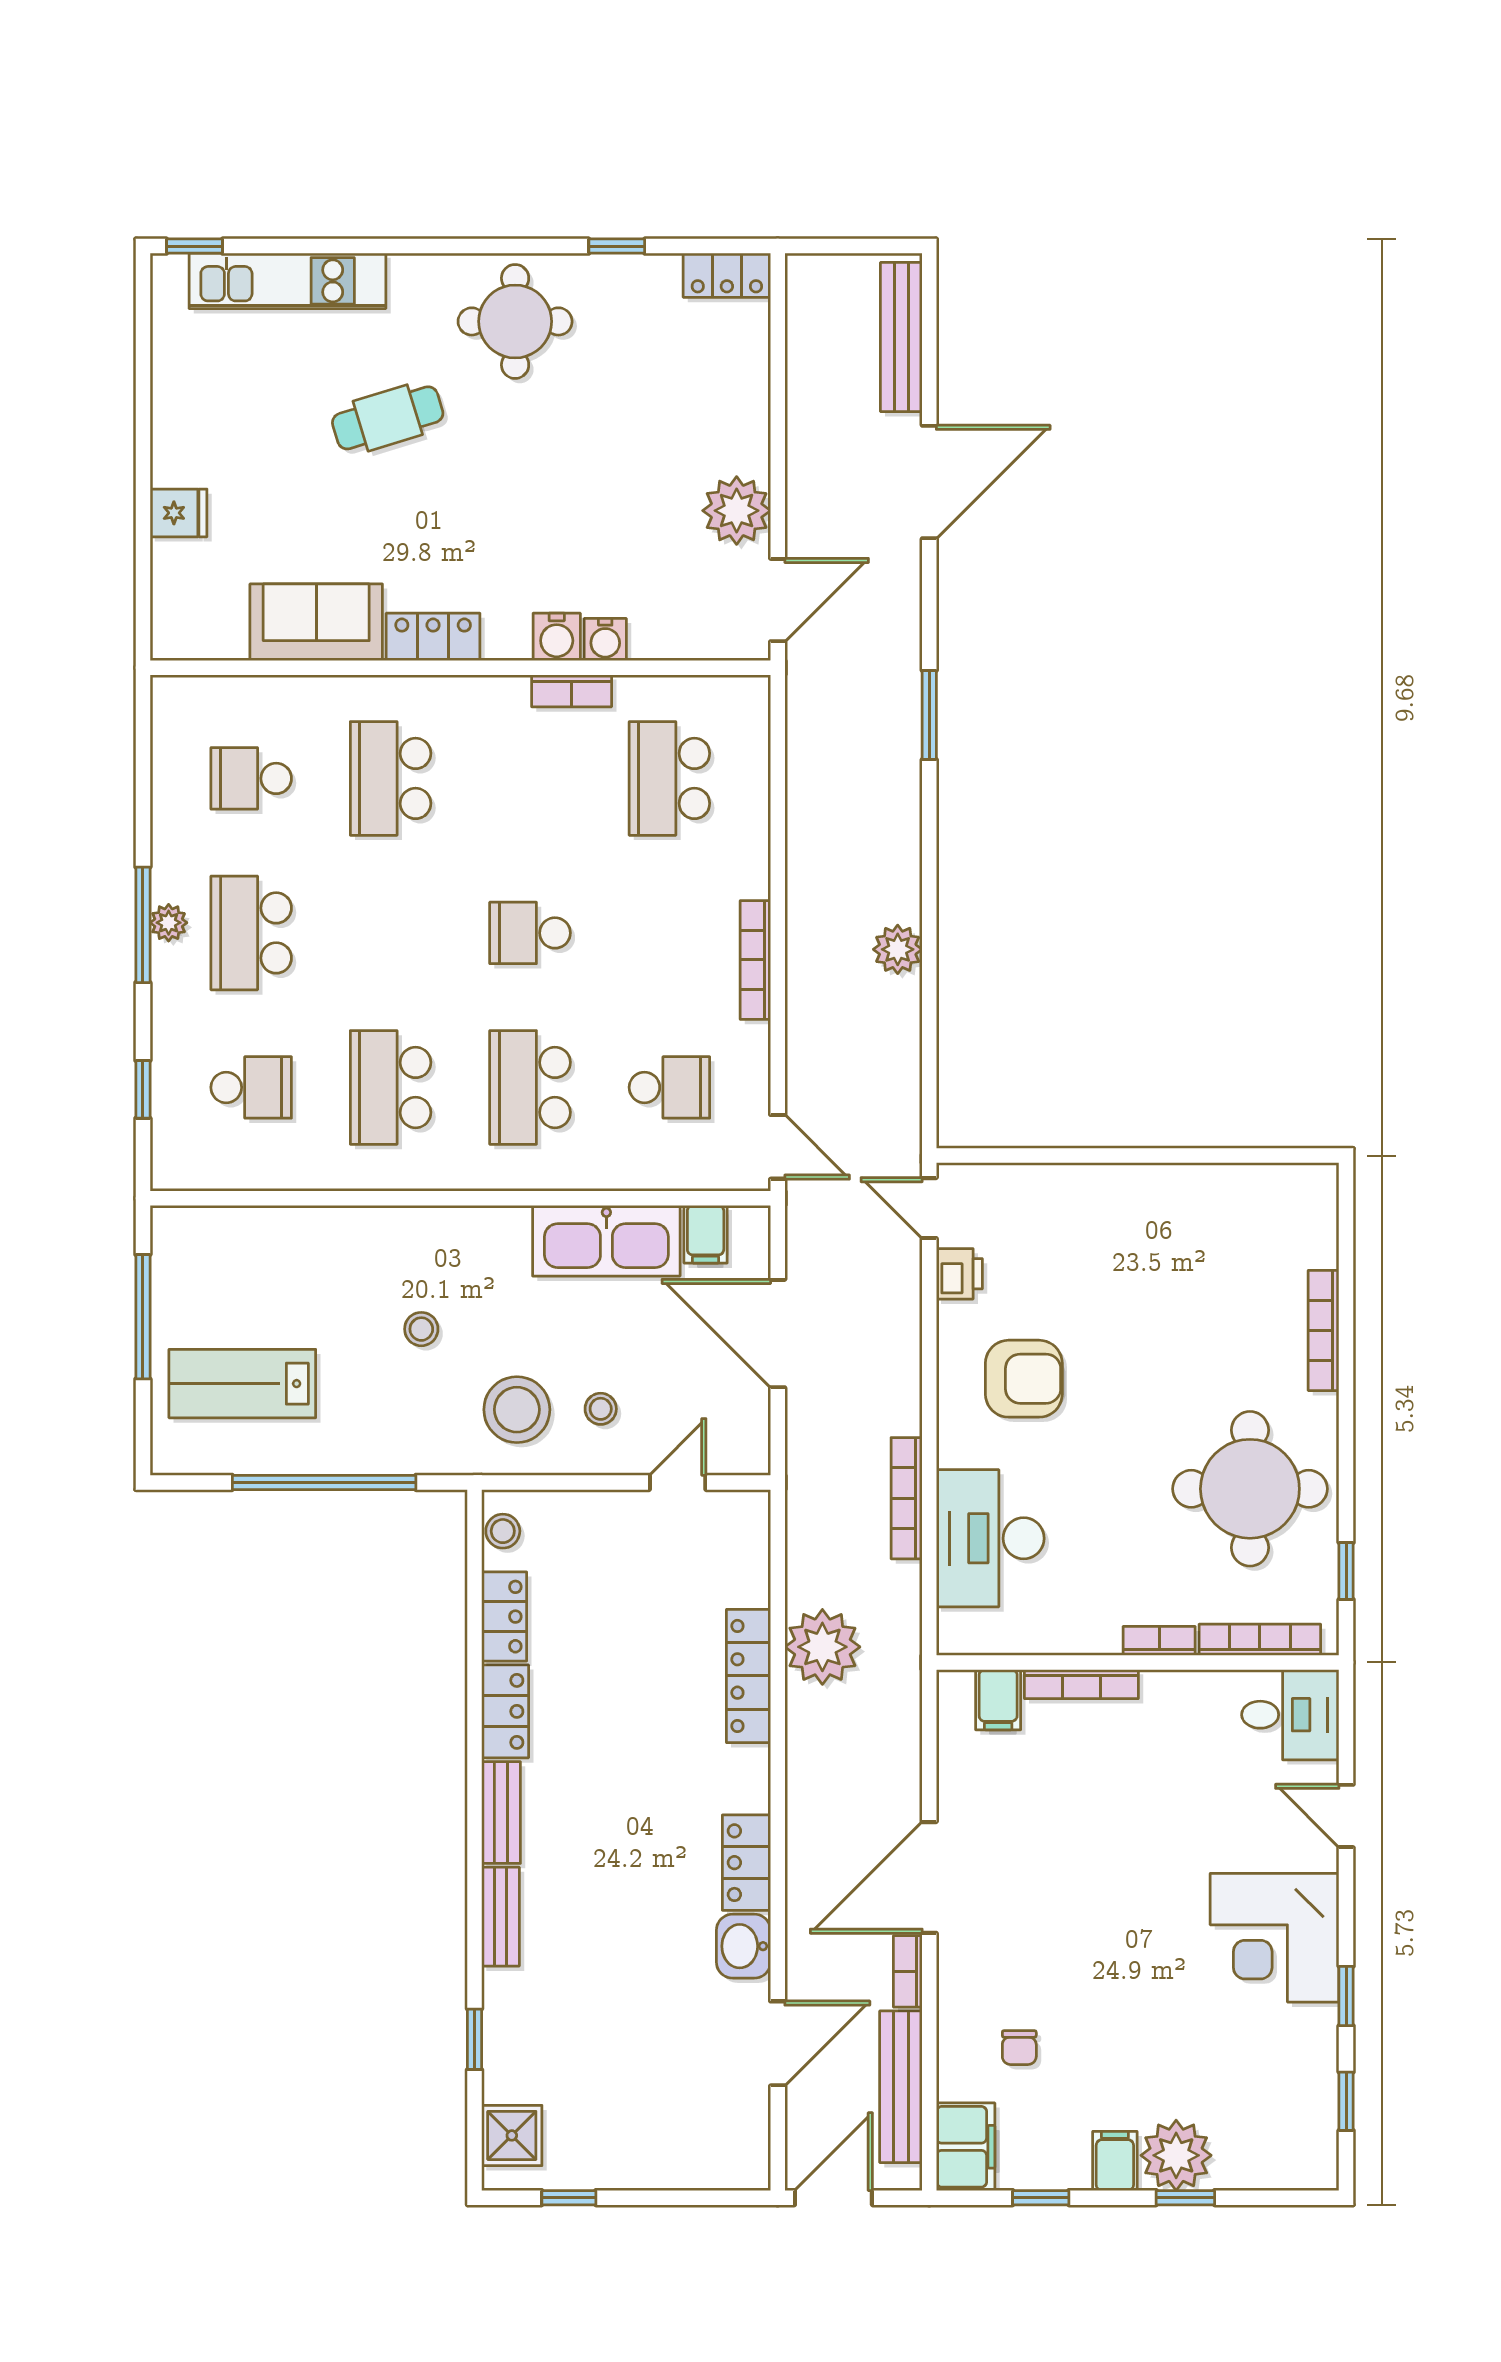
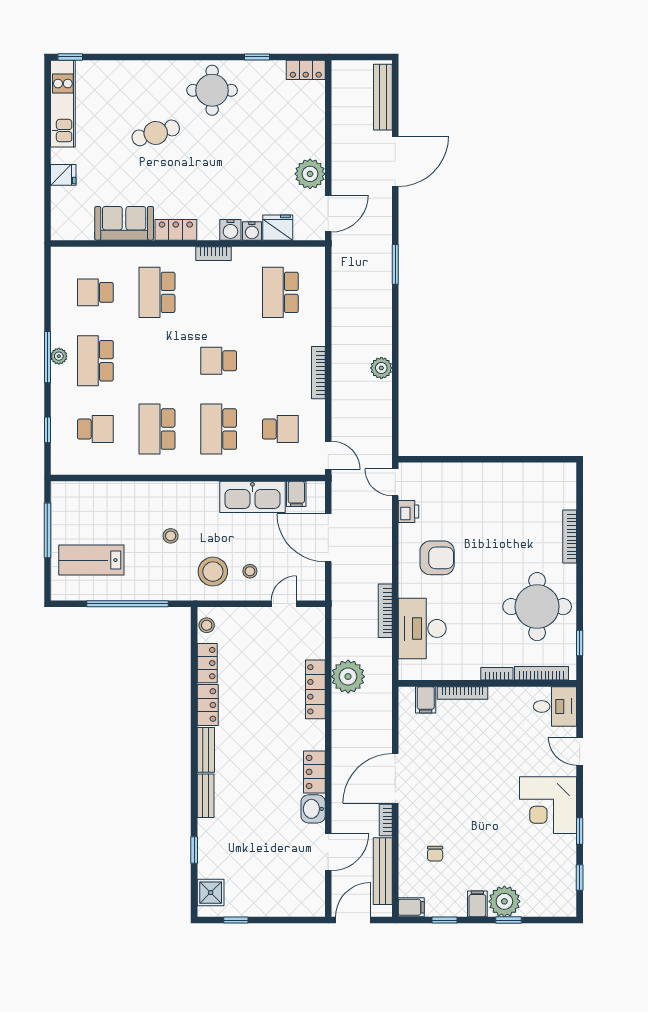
kitchen unit: (287, 281) -> (63, 104), moved, turned -90
fridge: (664, 632) -> (278, 228), added
bookcase: (572, 691) -> (214, 254), moved
filing cabinet: (966, 2147) -> (411, 907), width x0.50

